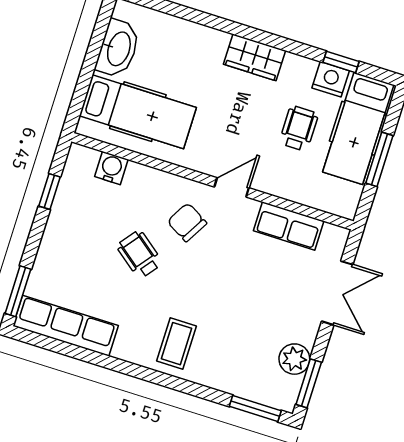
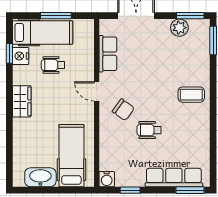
water cooler: (111, 168) -> (107, 179), moved, turned -90
chair: (187, 222) -> (123, 110), turned -84
wheelchair: (140, 255) -> (149, 130), turned 52
row of seats: (66, 326) -> (174, 178), moved, turned 90

